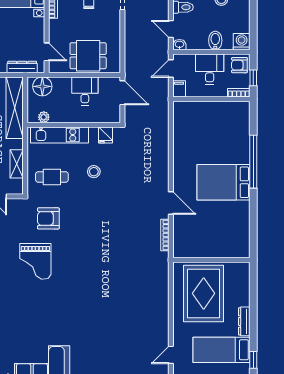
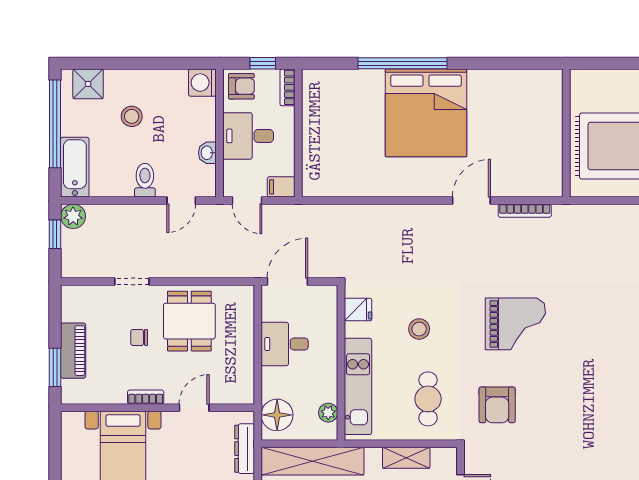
bidet: (215, 40) -> (200, 127), removed
washbasin: (179, 45) -> (207, 153), moved
door: (47, 52) -> (194, 408), moved
dining table: (88, 56) -> (189, 321), moved
armchair: (239, 65) -> (241, 86), turned -90
bed: (223, 182) -> (426, 113), width x1.36
grand piano: (35, 261) -> (515, 324), moved

